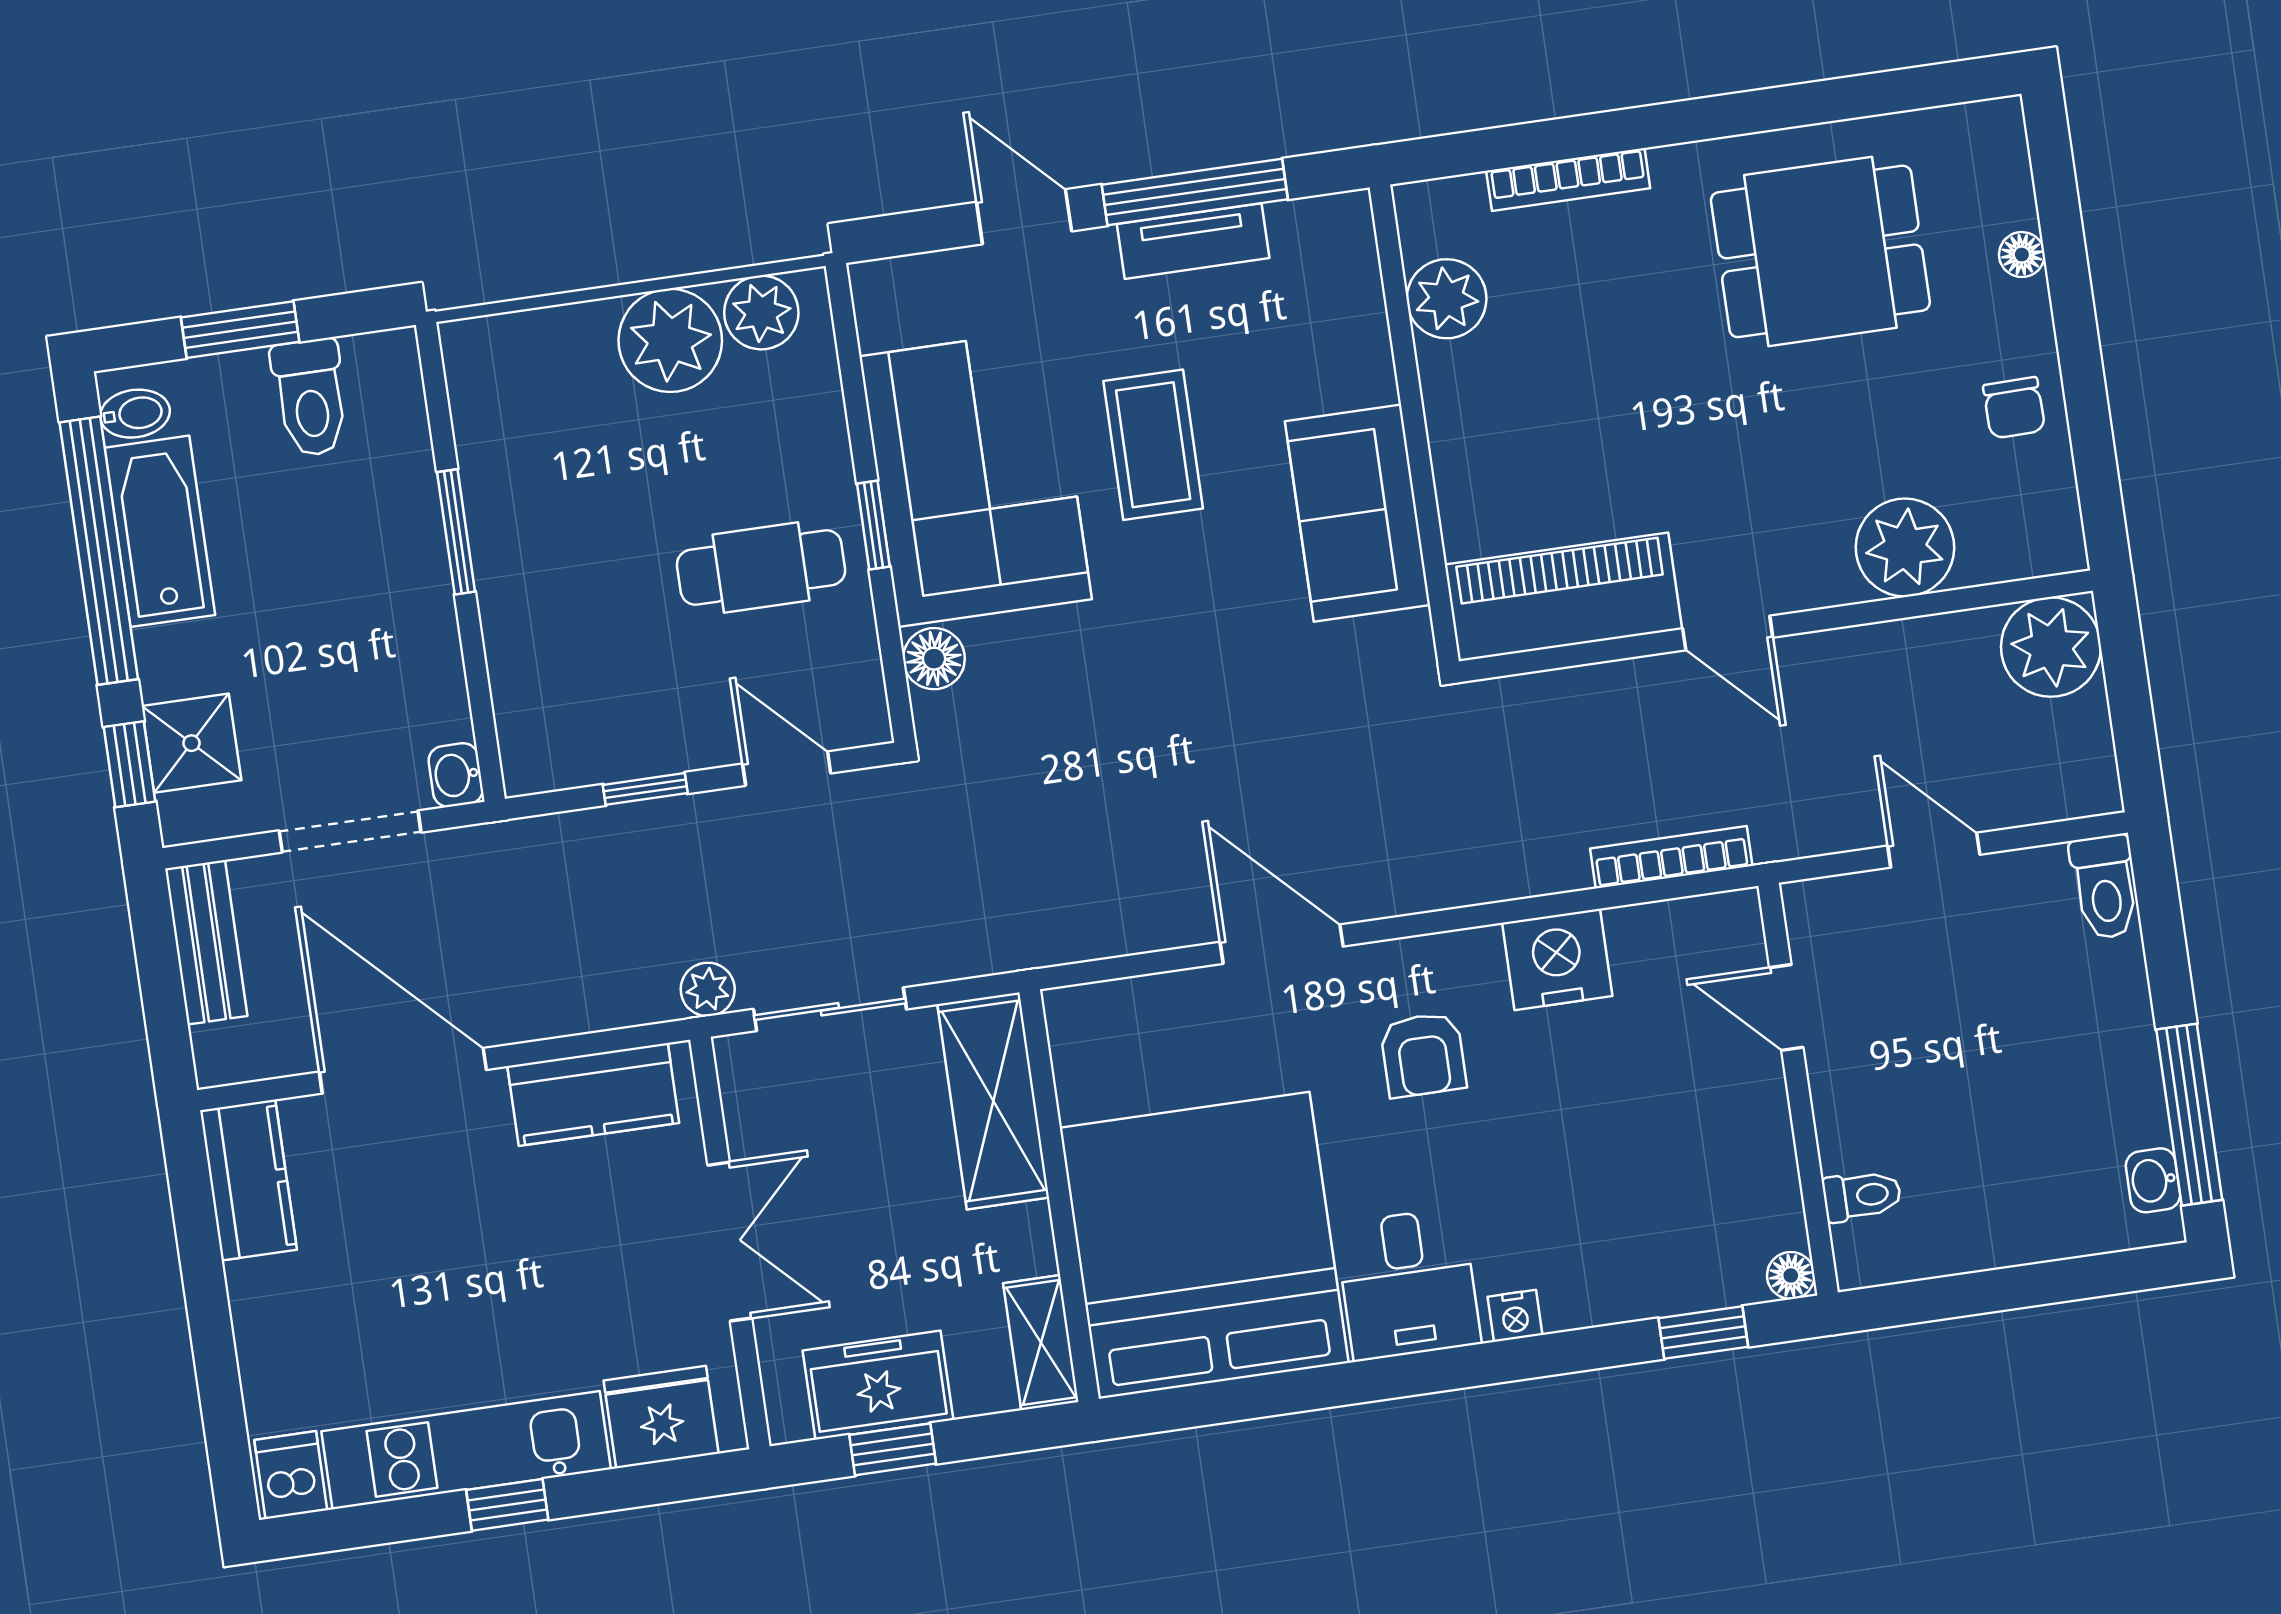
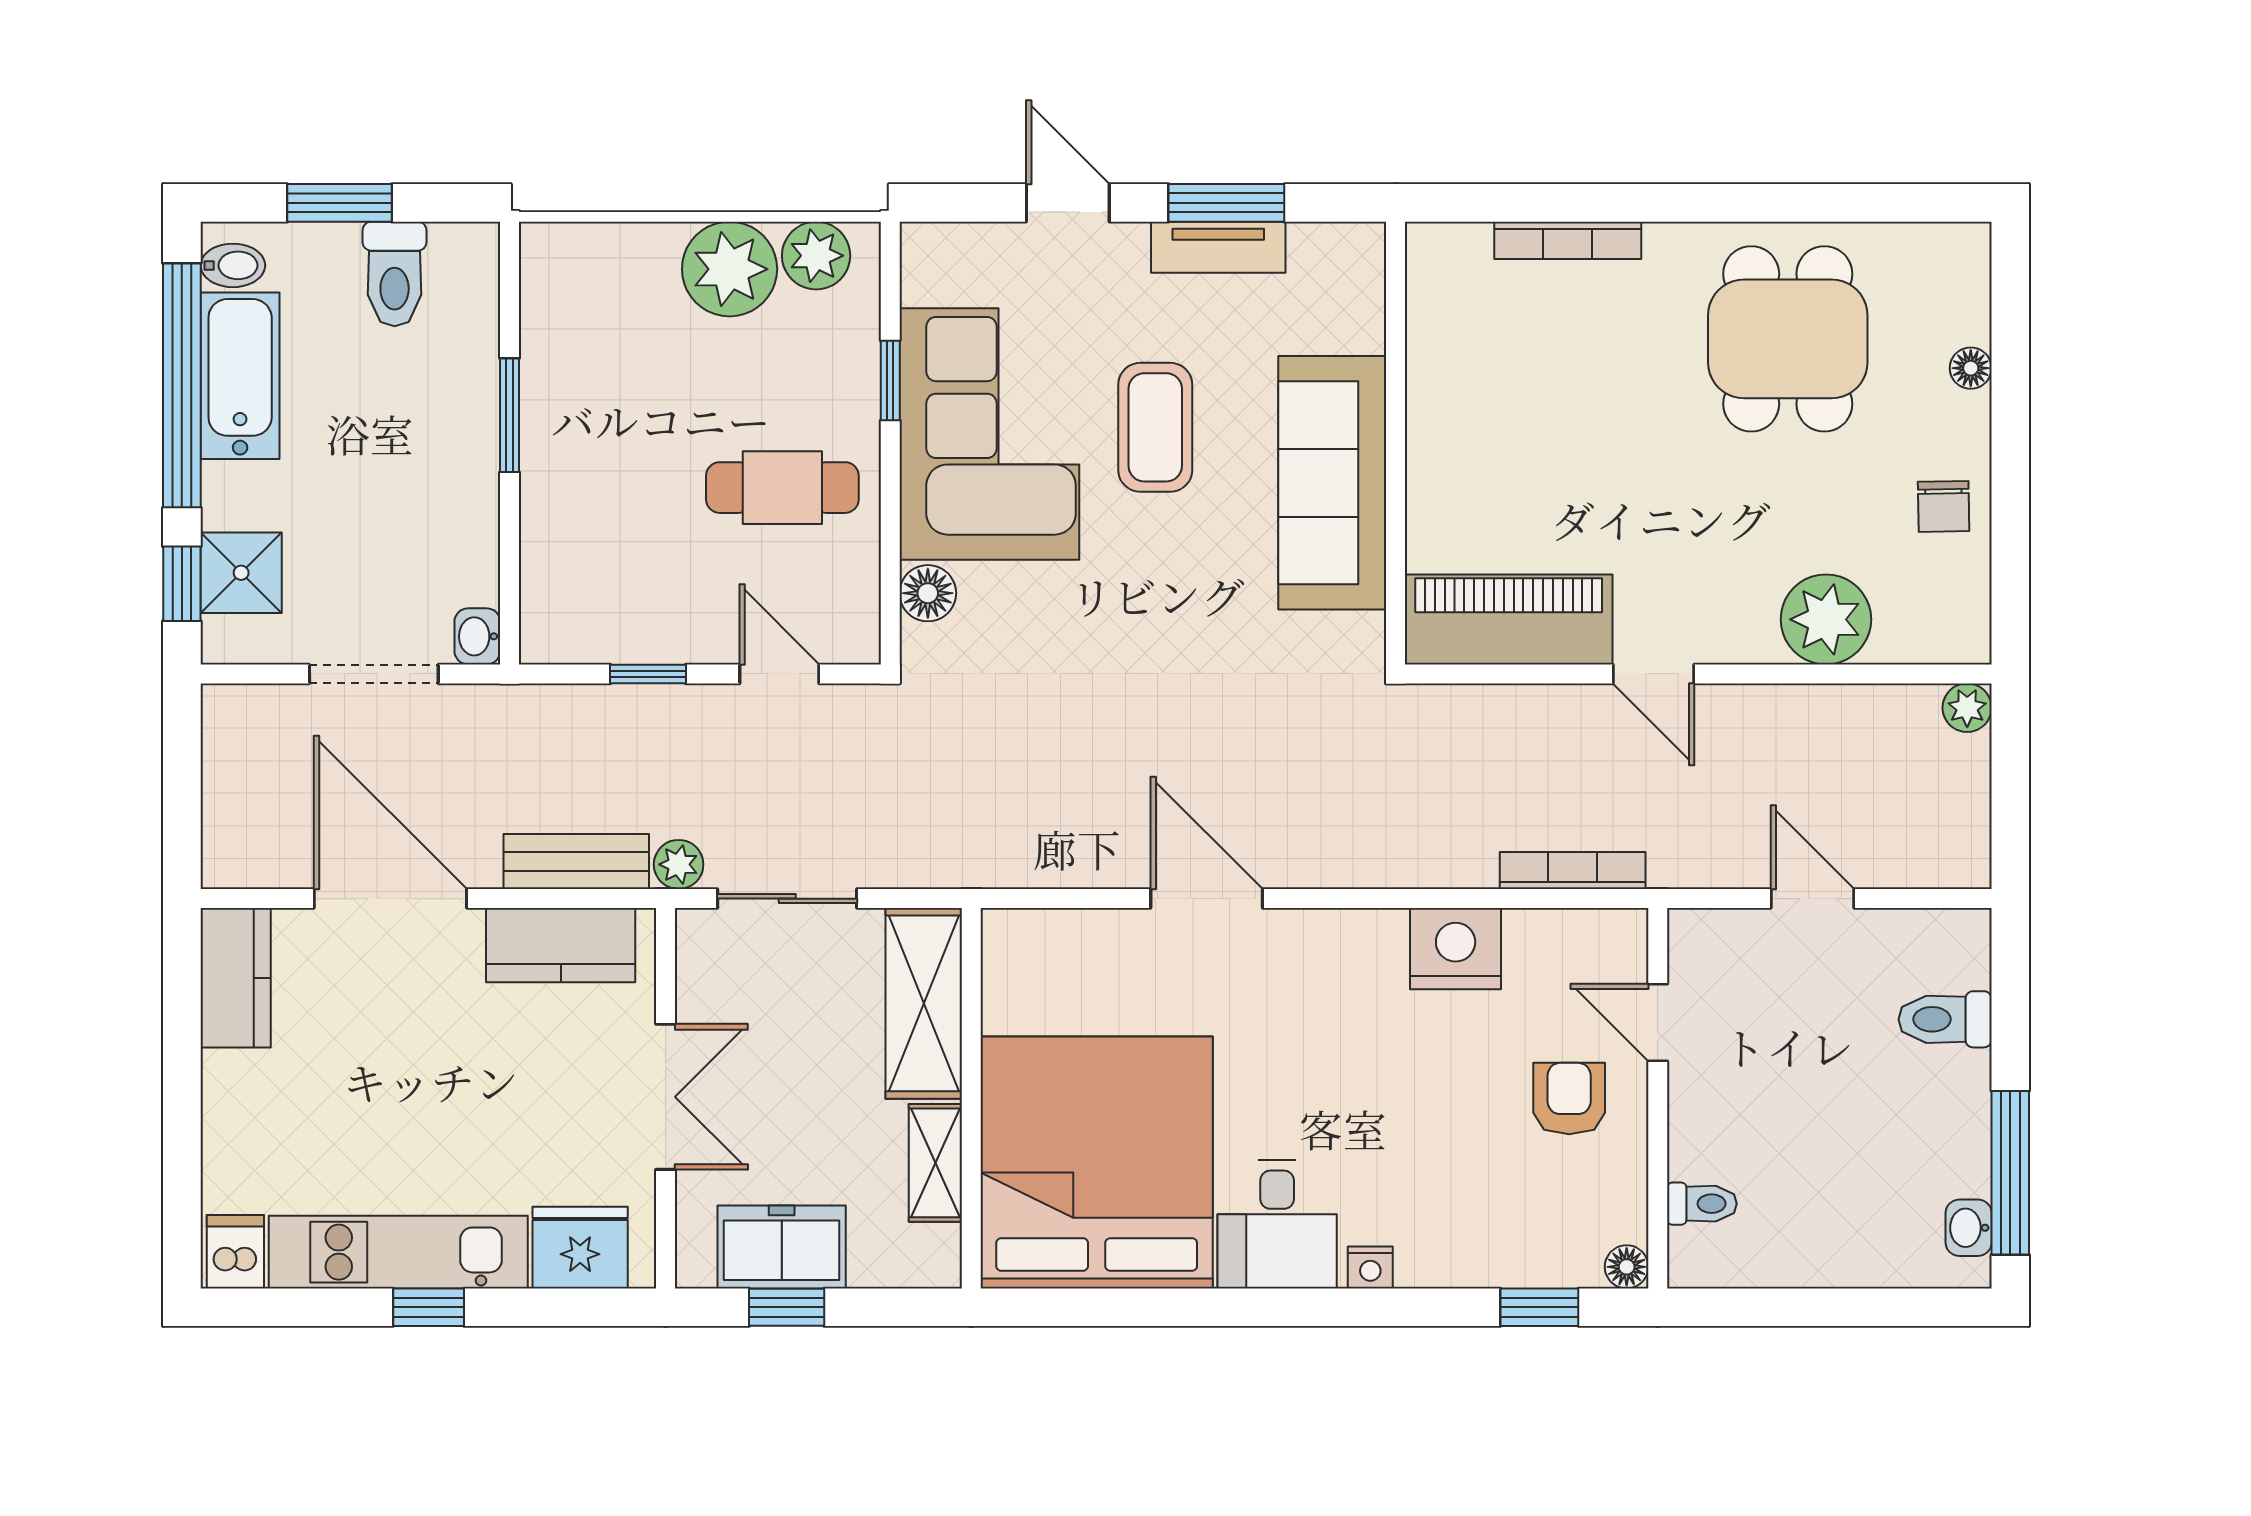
window: (1195, 192) -> (1226, 203), width x0.69
dining table: (1820, 251) -> (1788, 339), turned 90
plant: (1447, 299) -> (1441, 333), removed
sofa: (1358, 513) -> (1332, 483), width x1.36
window: (873, 525) -> (890, 380), moved
plant: (2051, 647) -> (1967, 708), width x0.53, depth x0.53
toilet: (2105, 887) -> (1945, 1019), moved, turned 90
bench: (206, 942) -> (576, 861), moved, turned 90
armchair: (1423, 1055) -> (1569, 1098), moved, turned 180
shelving: (1041, 1342) -> (935, 1163), moved

